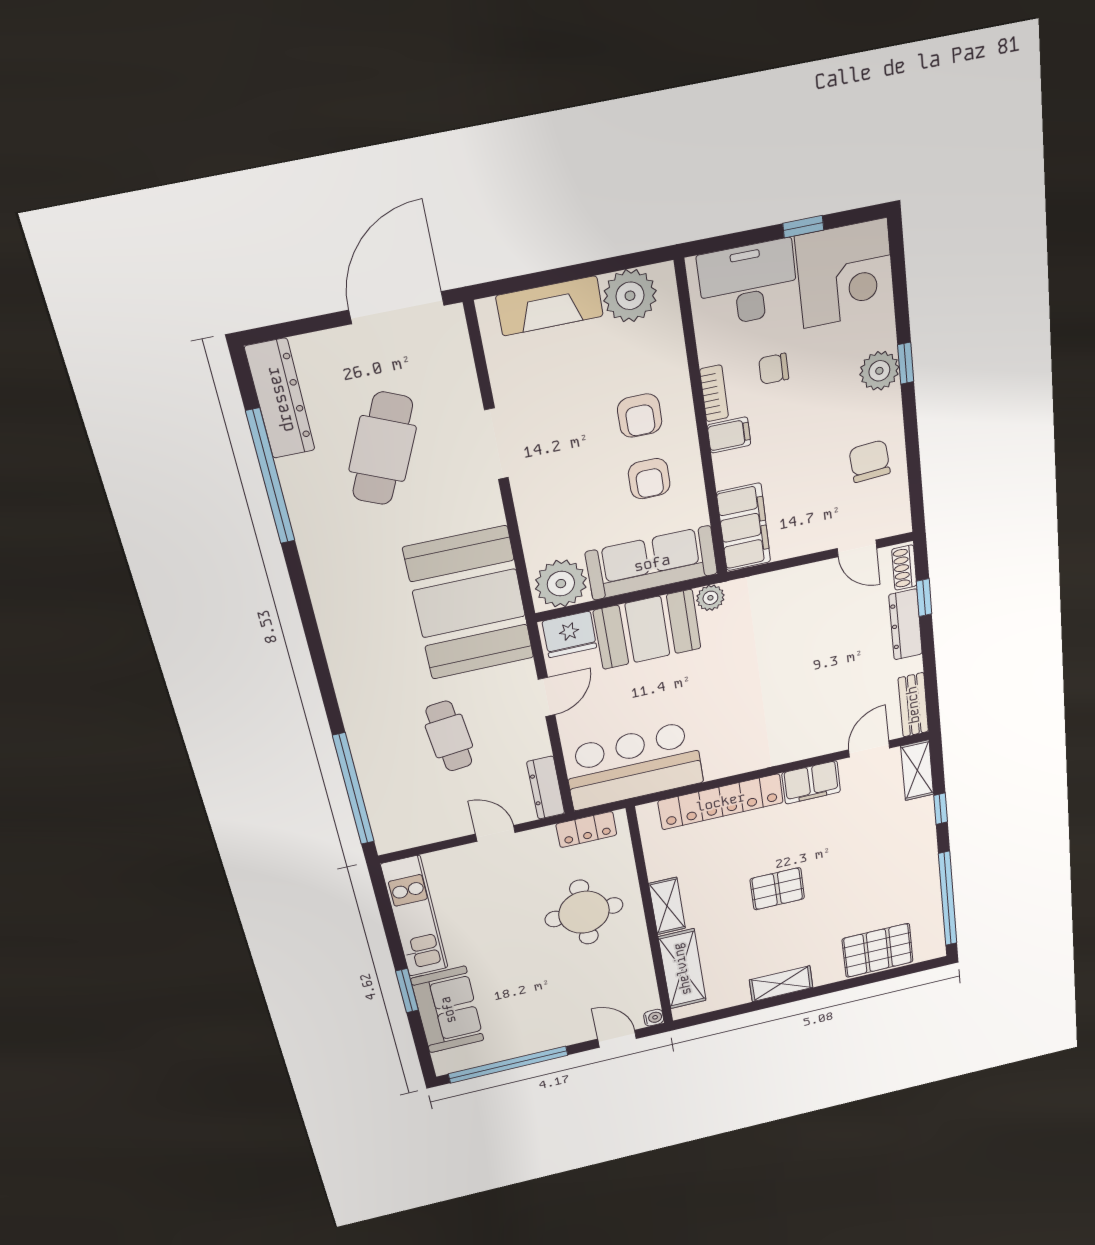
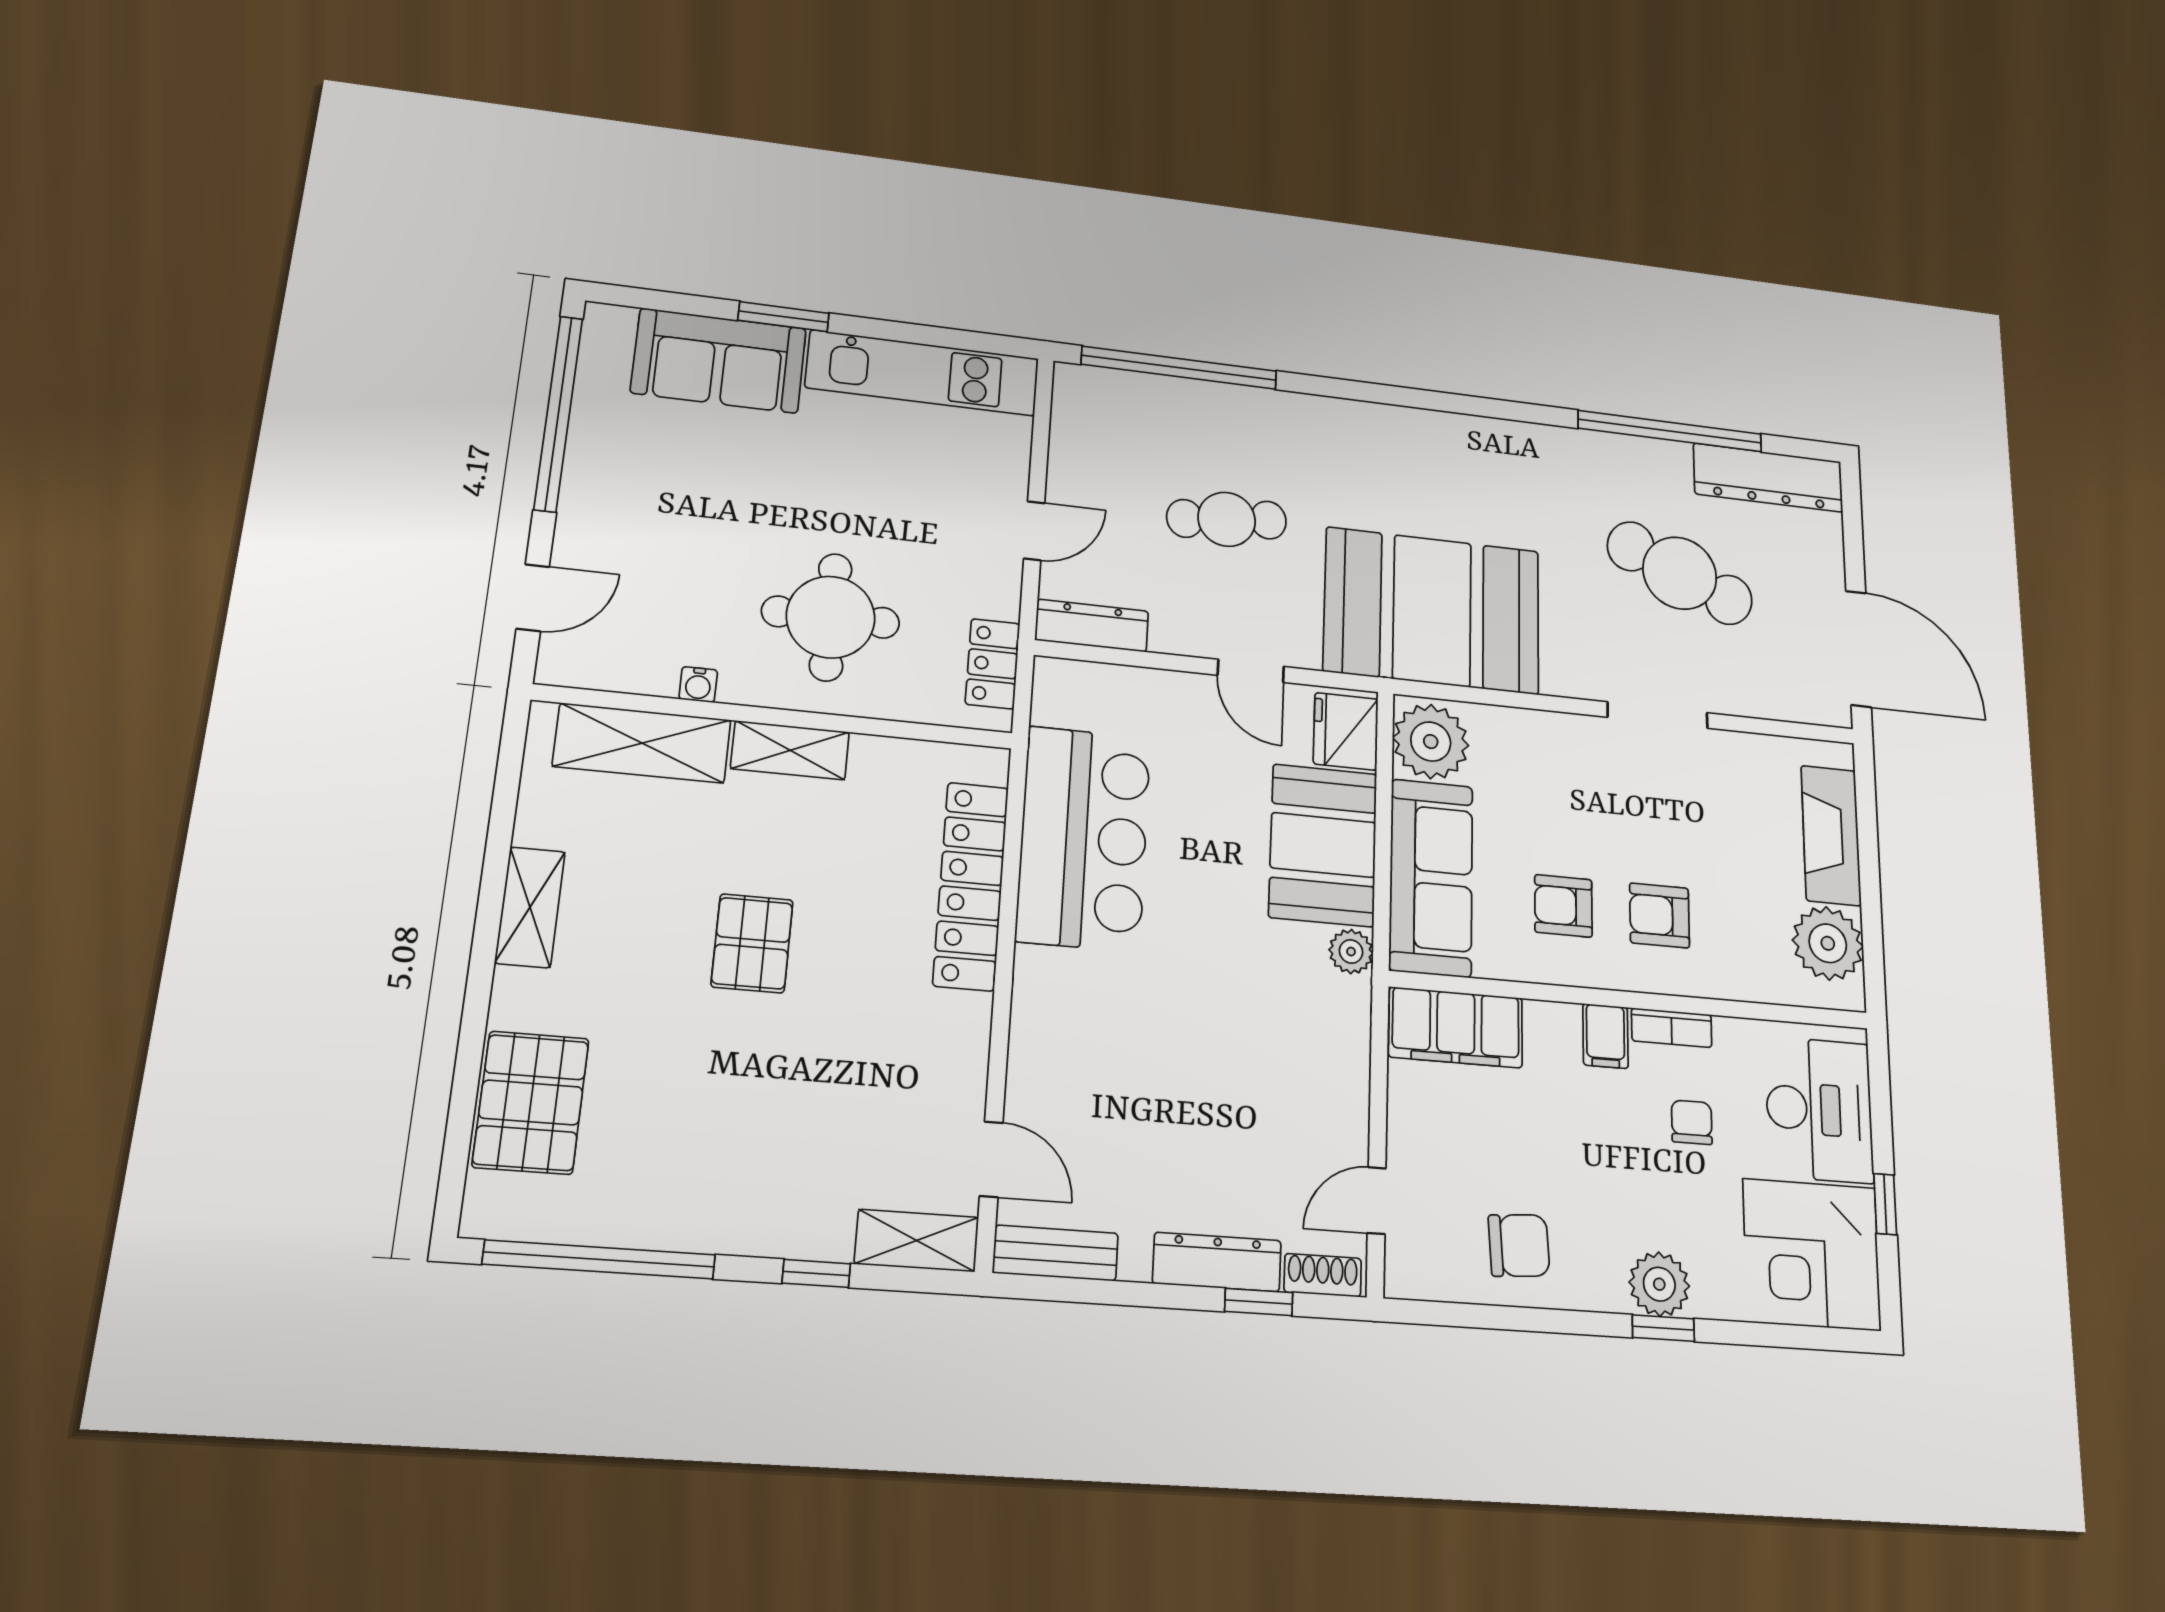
bar counter: (634, 766) -> (1084, 838), moved
filing cabinet: (811, 782) -> (957, 1045), removed
water cooler: (654, 1018) -> (698, 684), moved

